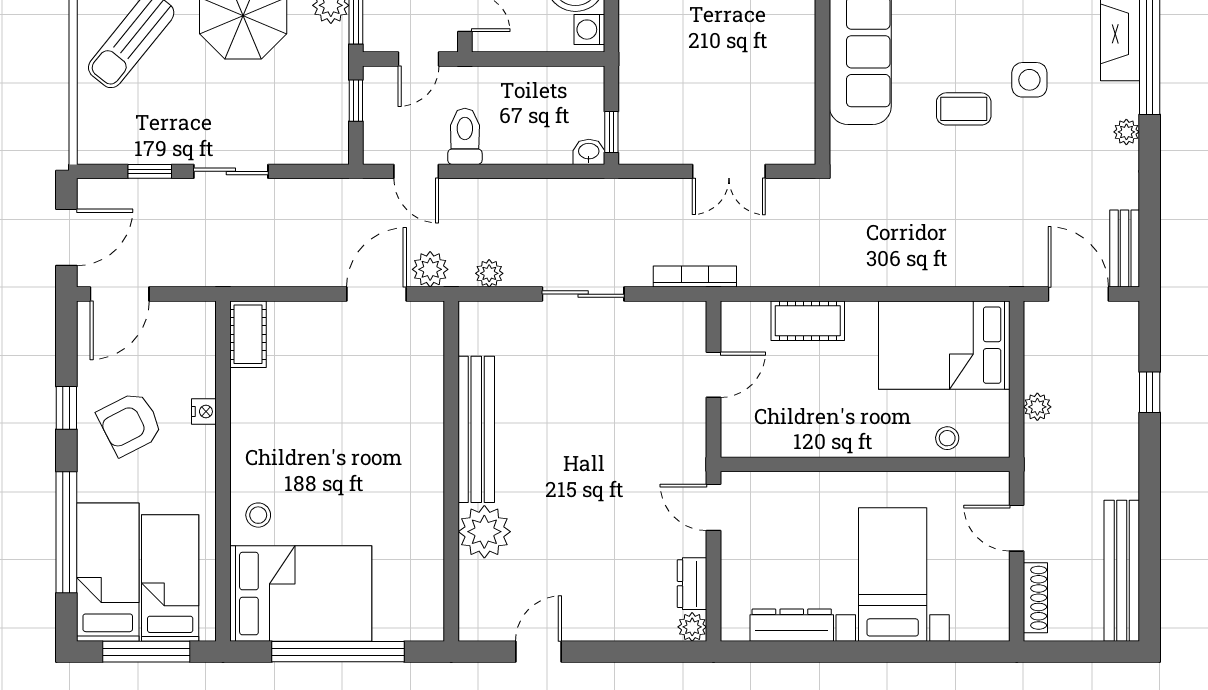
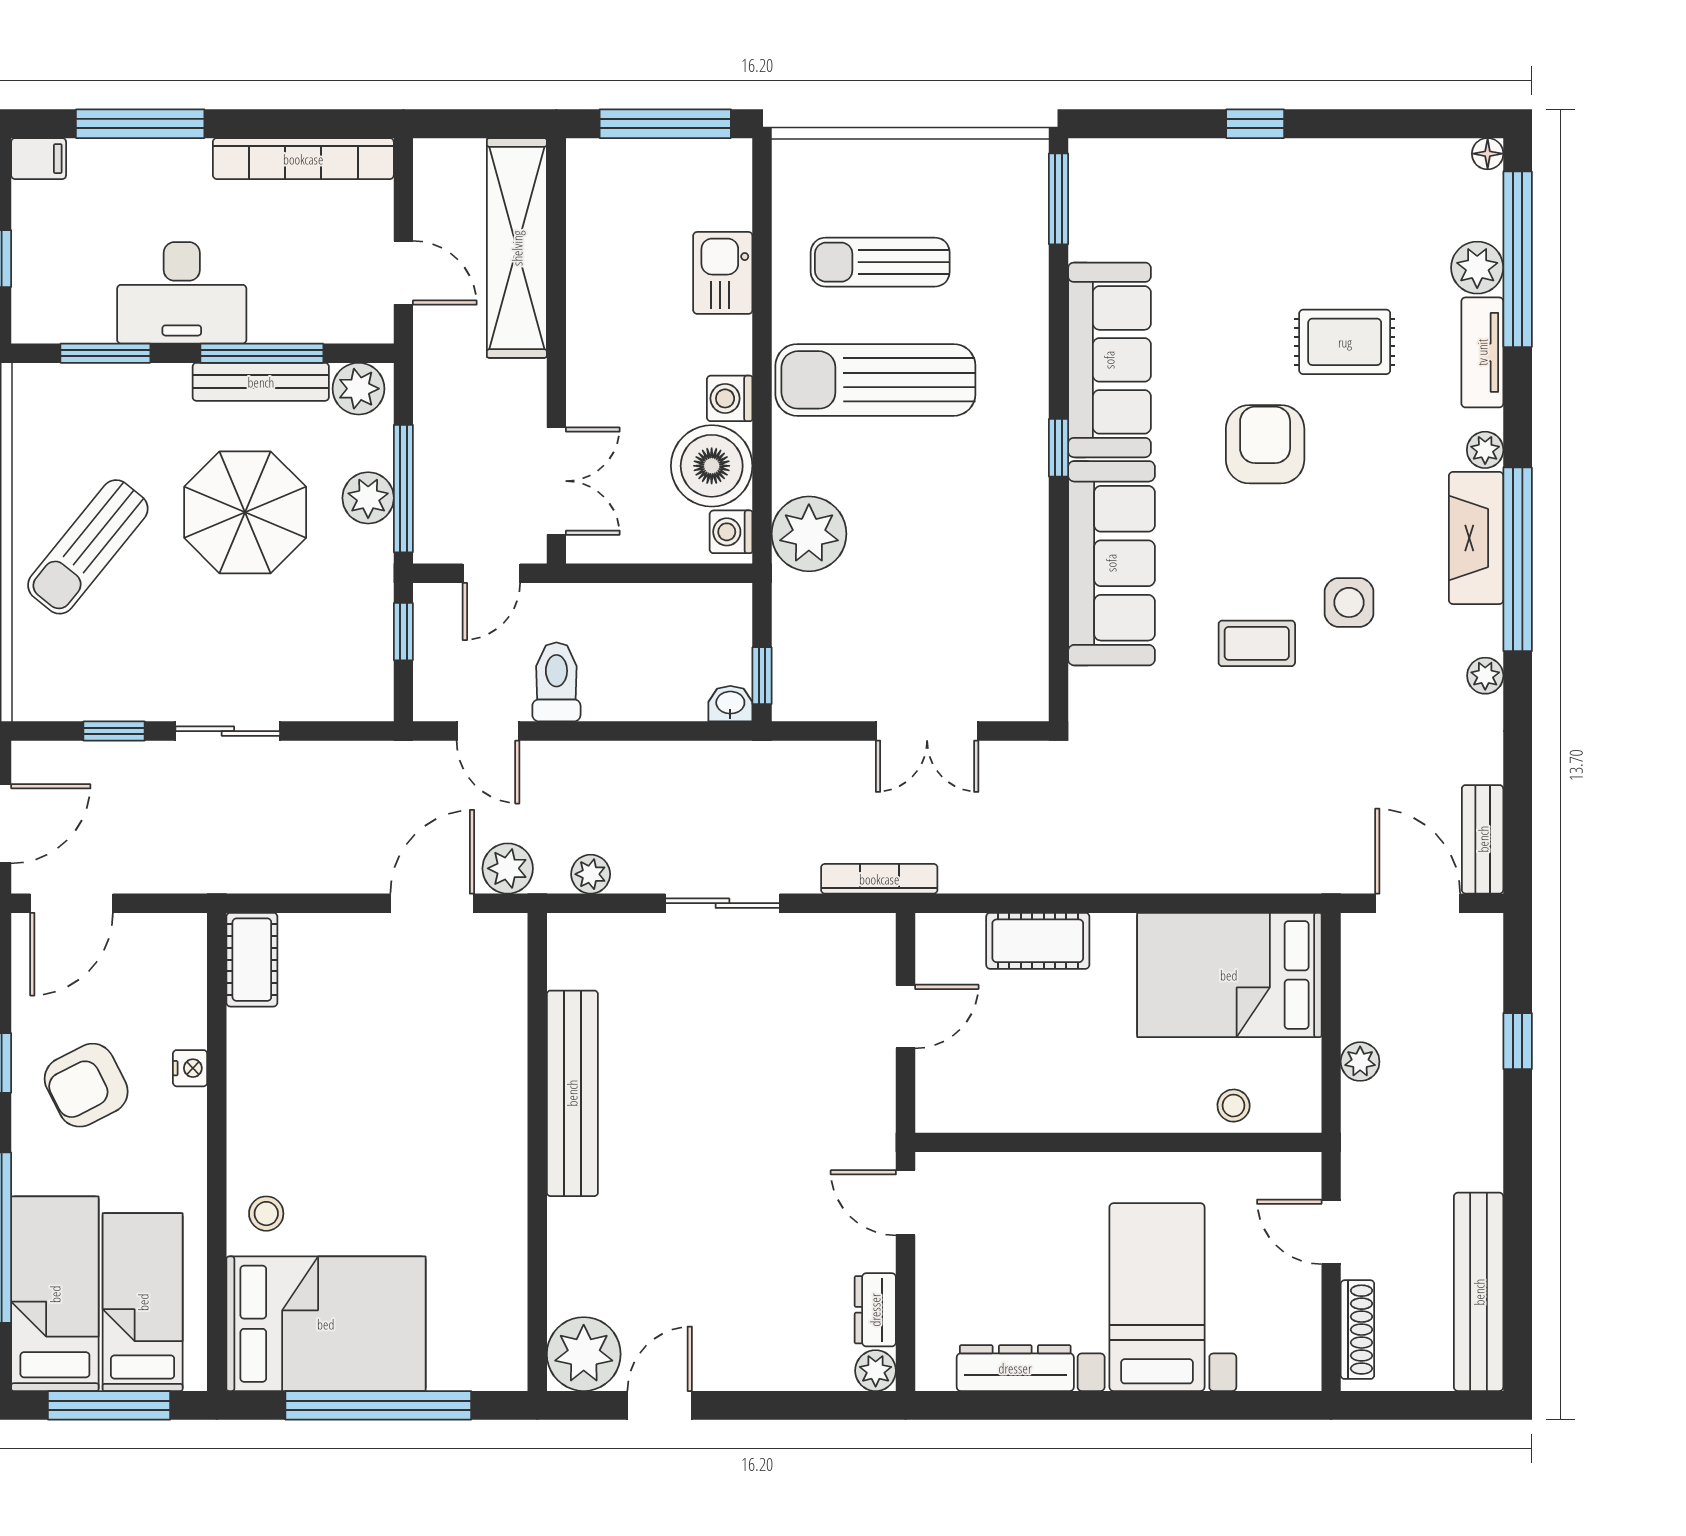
plant: (645, 31) -> (809, 534), added
plant: (484, 532) -> (584, 1354), moved

